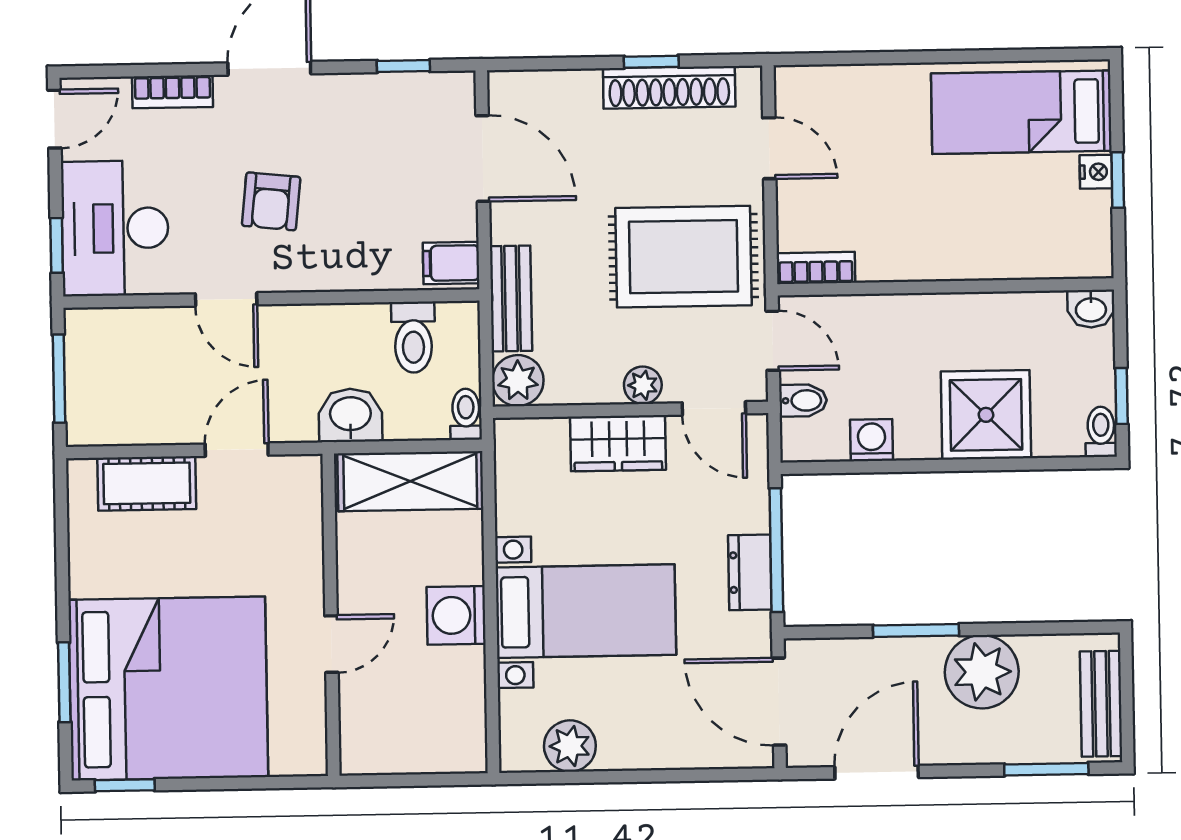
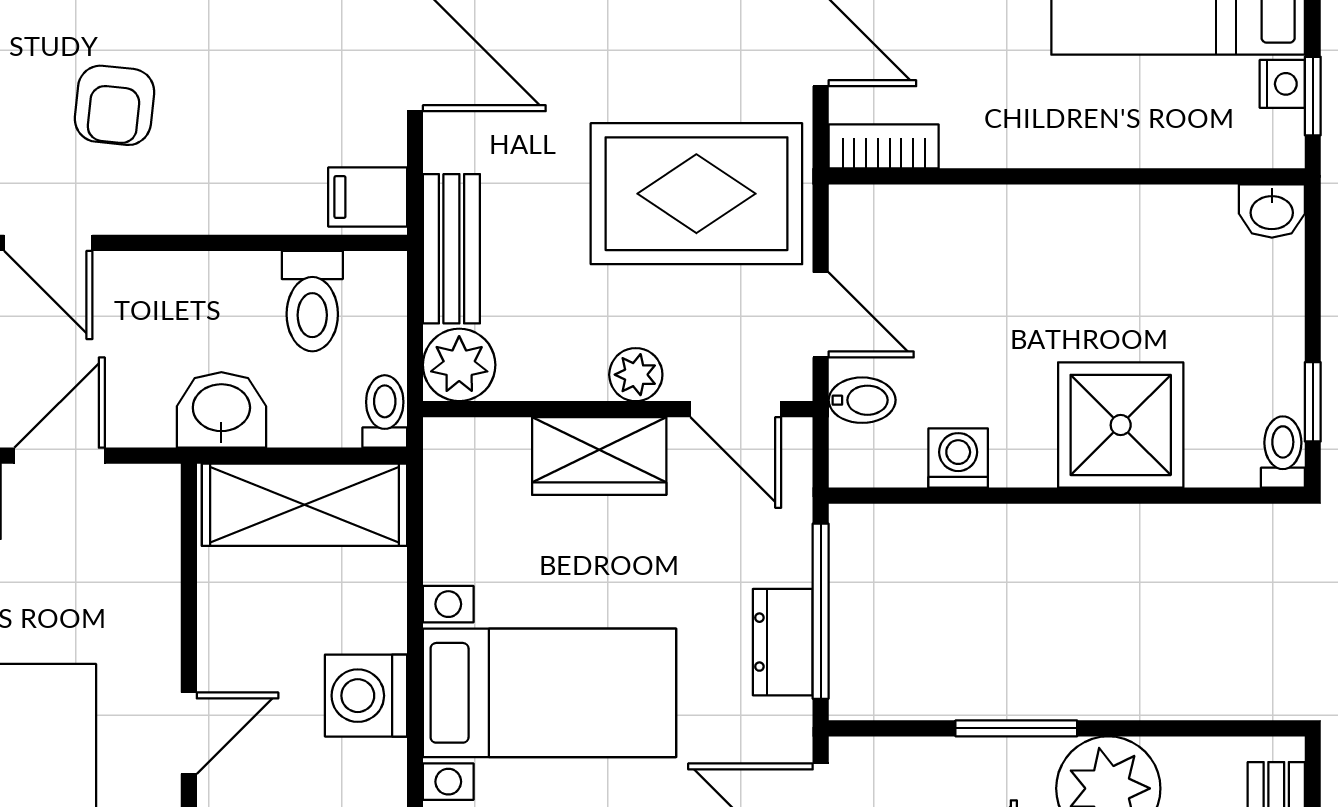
bookcase: (816, 268) -> (884, 146), moved
wall: (946, 287) -> (1067, 176), moved
washbasin: (1091, 309) -> (1272, 211), moved

